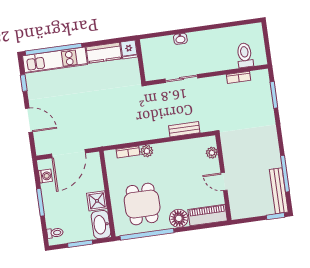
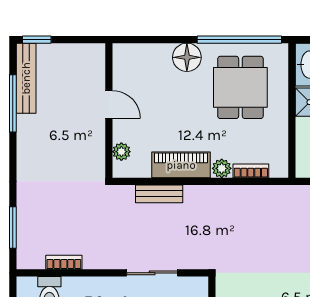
piano: (208, 215) -> (181, 165), moved, turned 180

